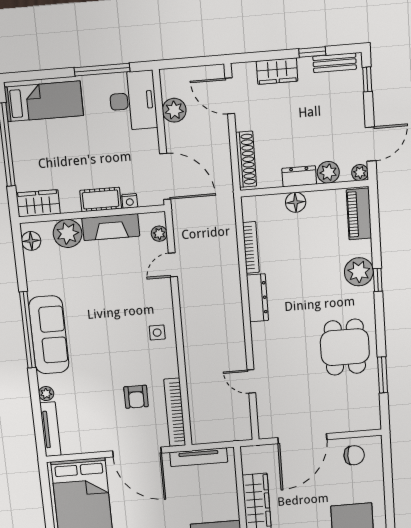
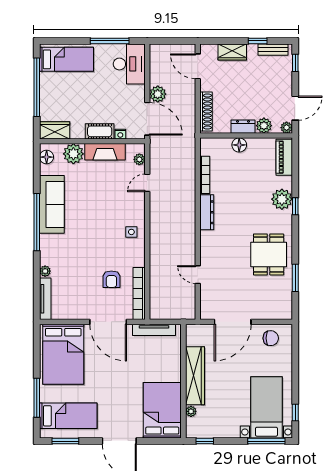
plant: (174, 110) -> (158, 94), moved
sofa: (49, 335) -> (52, 204), moved

